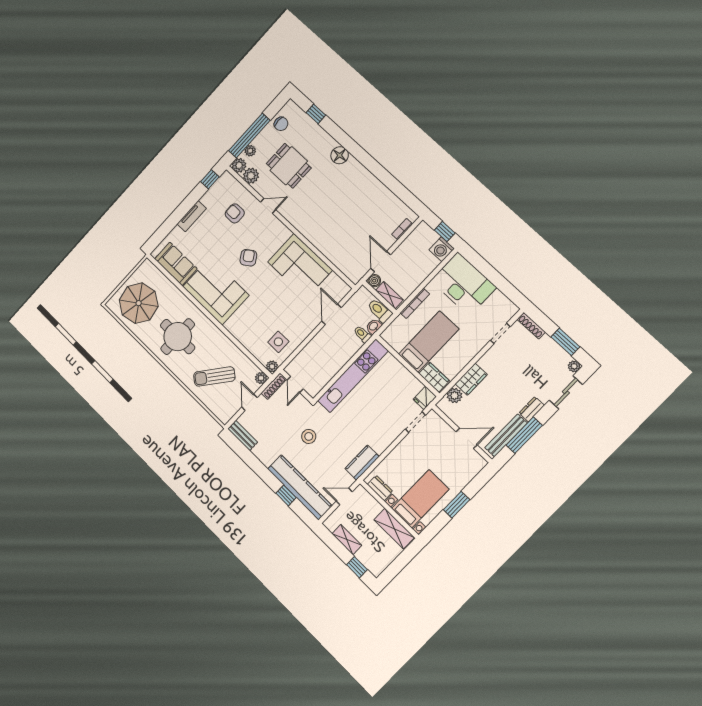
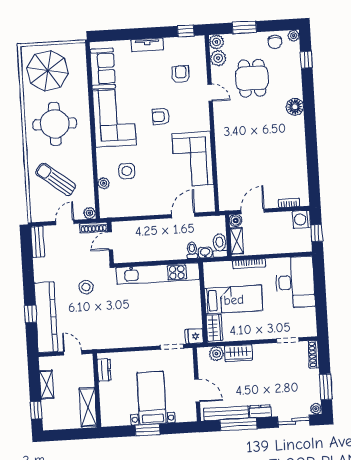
window: (249, 135) -> (244, 27), width x0.47
plant: (250, 151) -> (294, 36), moved
washing machine: (442, 249) -> (302, 219), moved
armchair: (248, 258) -> (161, 117), turned -146
side table: (278, 342) -> (127, 171), moved
plant: (272, 366) -> (104, 183), moved
kitchen counter: (362, 463) -> (108, 341), removed
bed with nightstands: (420, 499) -> (152, 398), moved, turned -90

